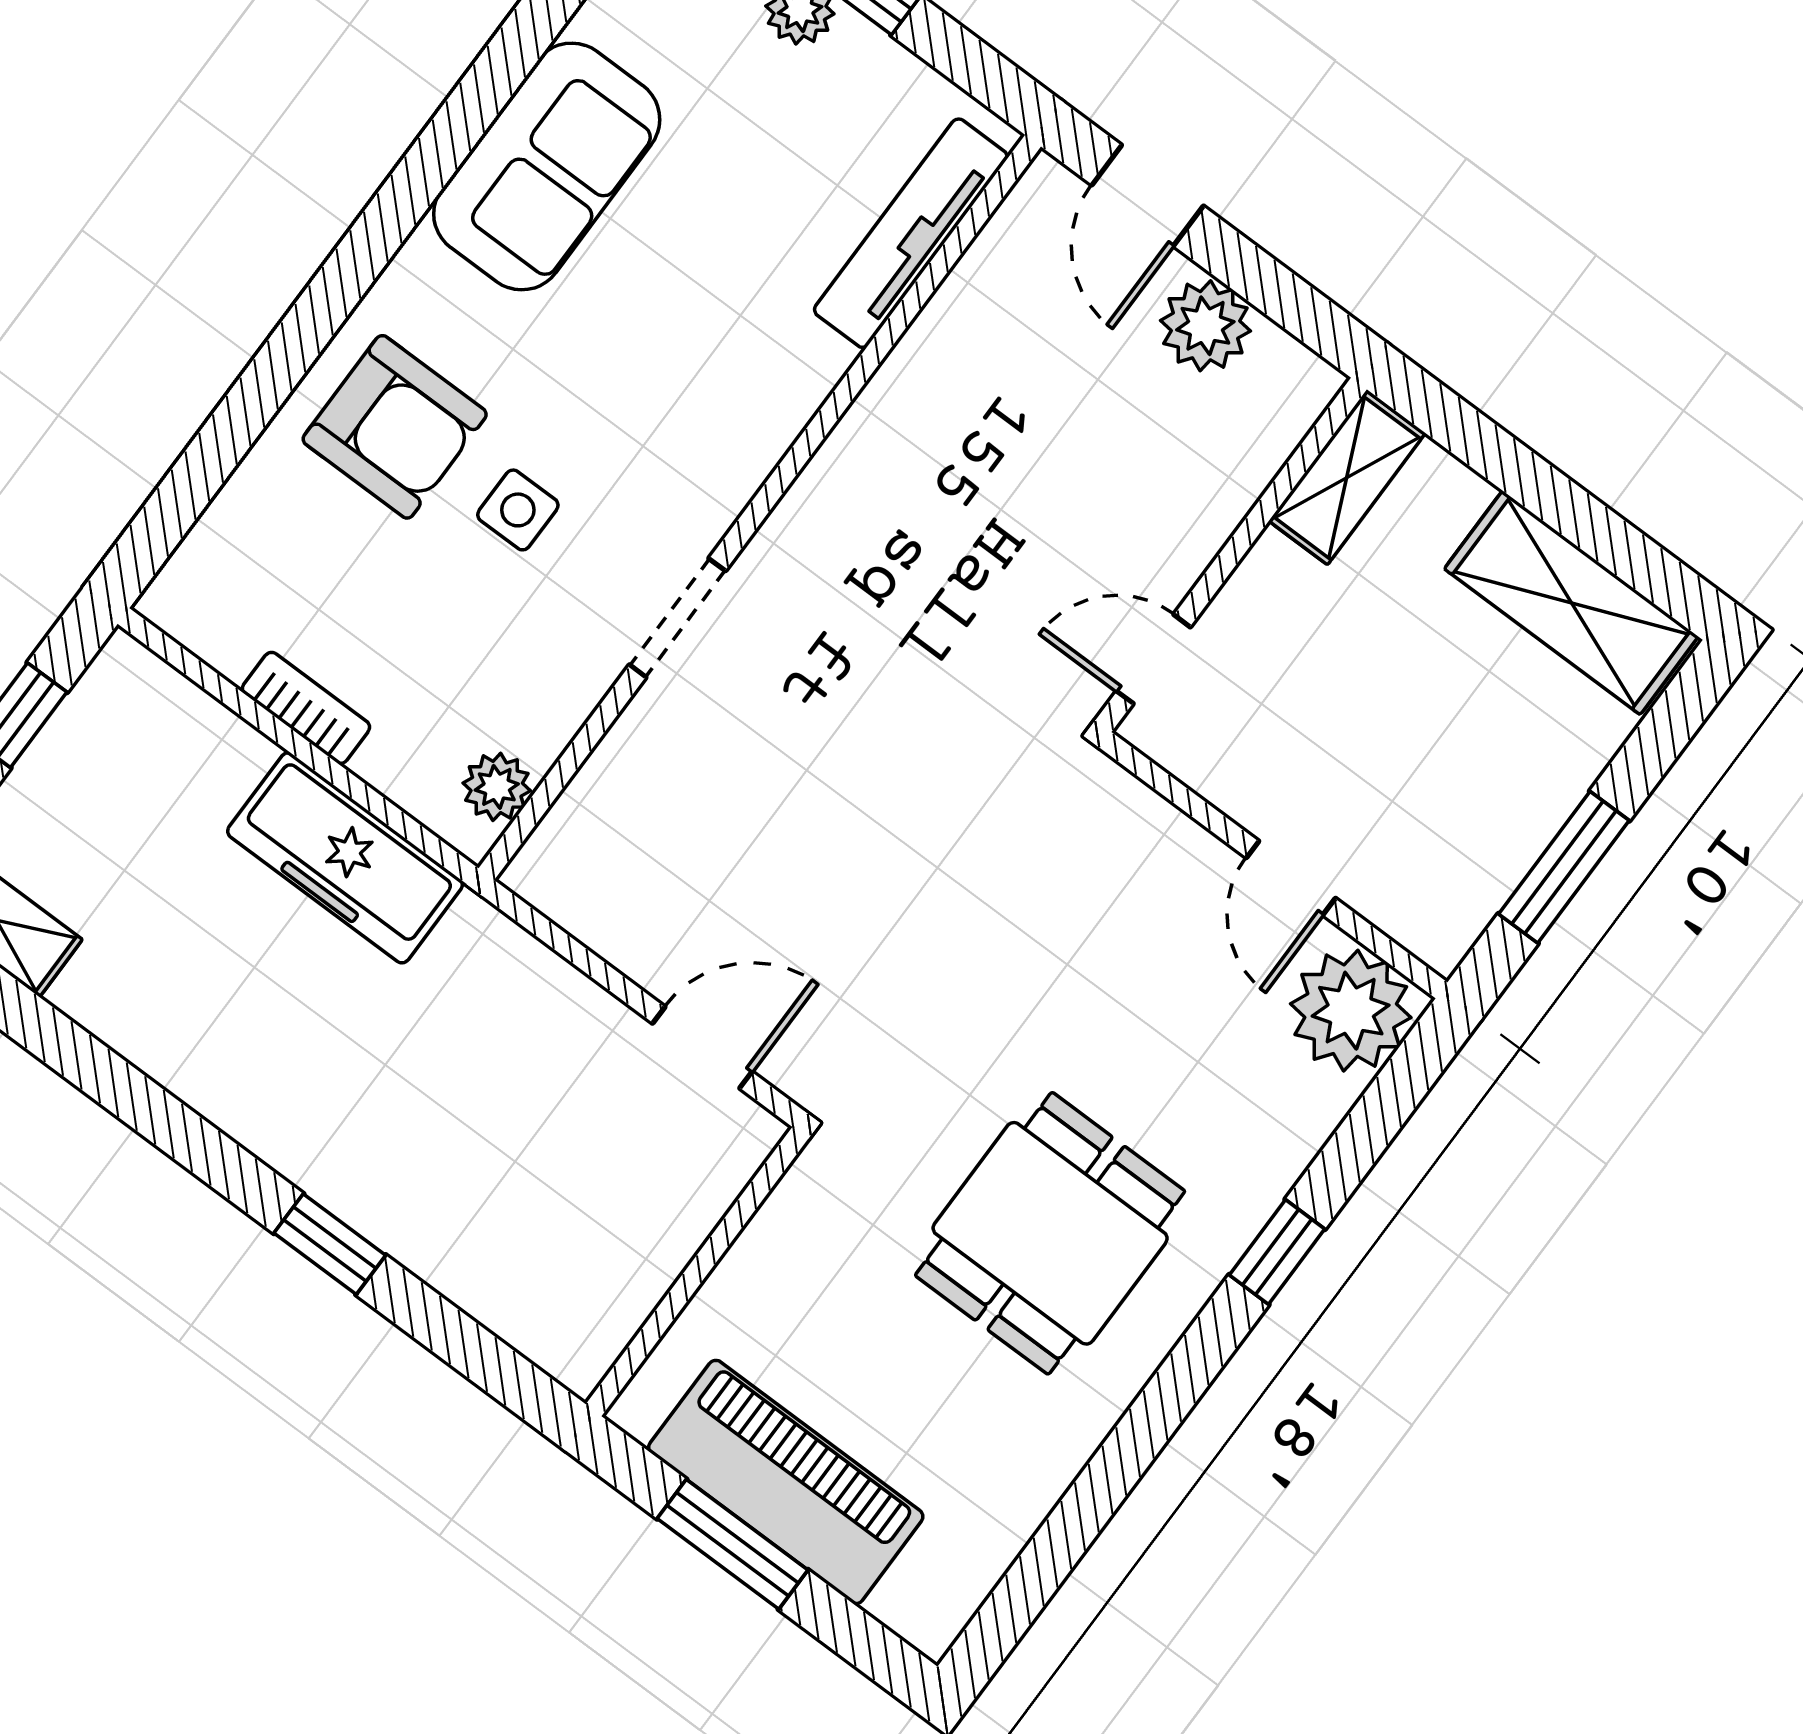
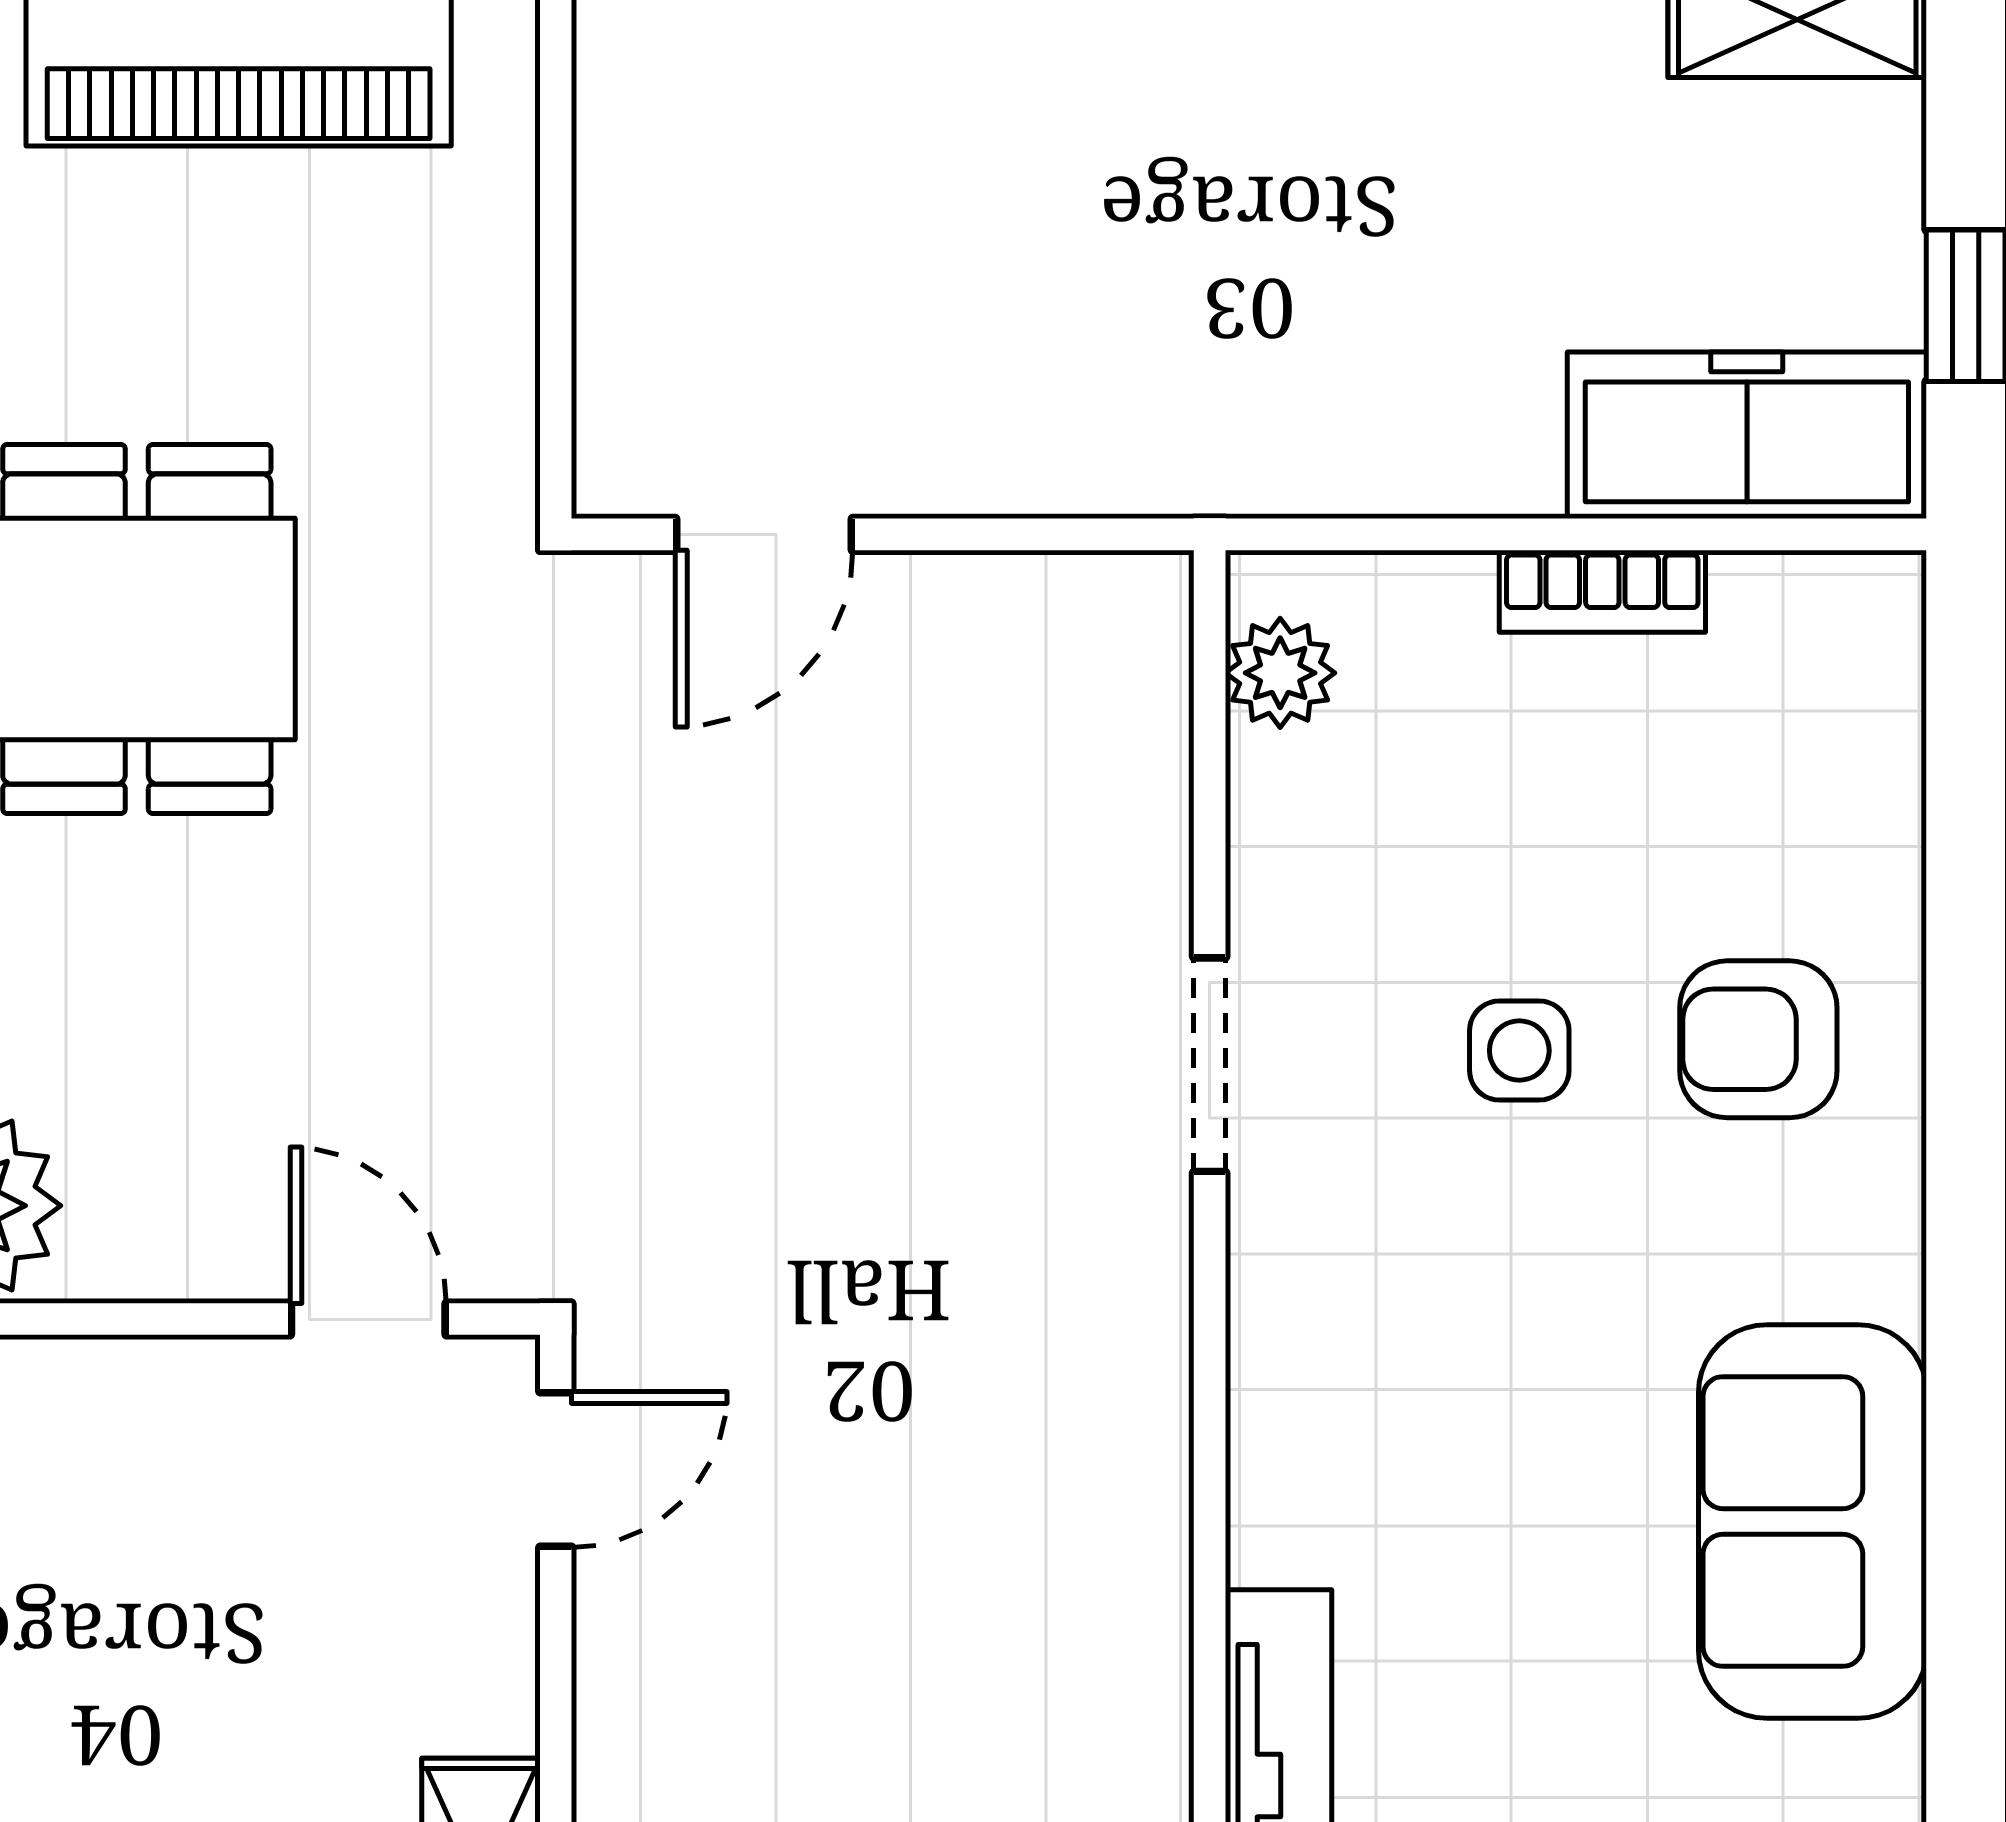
armchair: (395, 427) -> (1758, 1039), width x0.72, depth x0.72
freezer: (345, 858) -> (1747, 435), moved
door: (1291, 878) -> (368, 1319), moved

